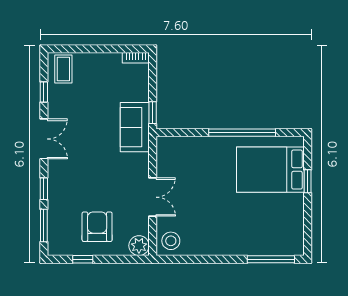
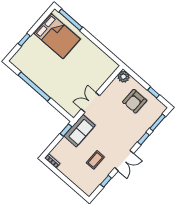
coffee table: (63, 69) -> (95, 160), moved
double door: (44, 139) -> (124, 161), swing flipped
bed: (270, 170) -> (57, 36), moved
double door: (153, 197) -> (90, 102), moved
stool: (171, 241) -> (108, 67), removed

